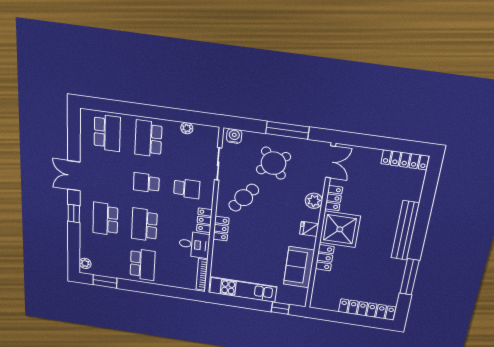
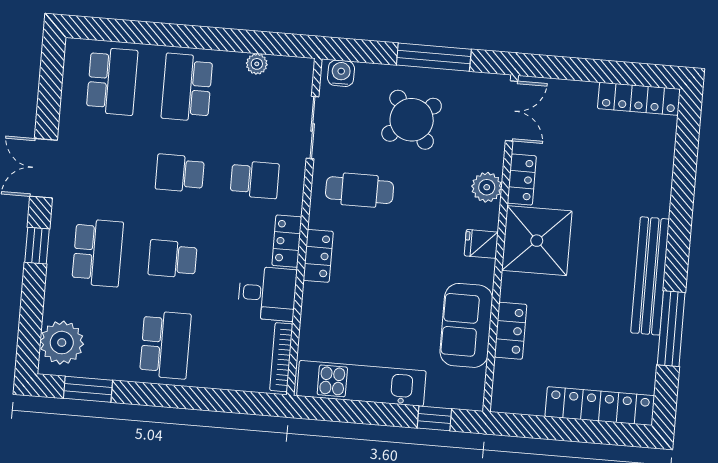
cafe table: (244, 198) -> (360, 190), turned 52
school desk: (105, 219) -> (98, 253), turned 180
school desk: (144, 225) -> (173, 259), width x0.54
bench: (405, 231) -> (650, 276), moved
locker: (325, 258) -> (511, 331), moved
plant: (85, 263) -> (62, 343), width x1.88, depth x1.88

